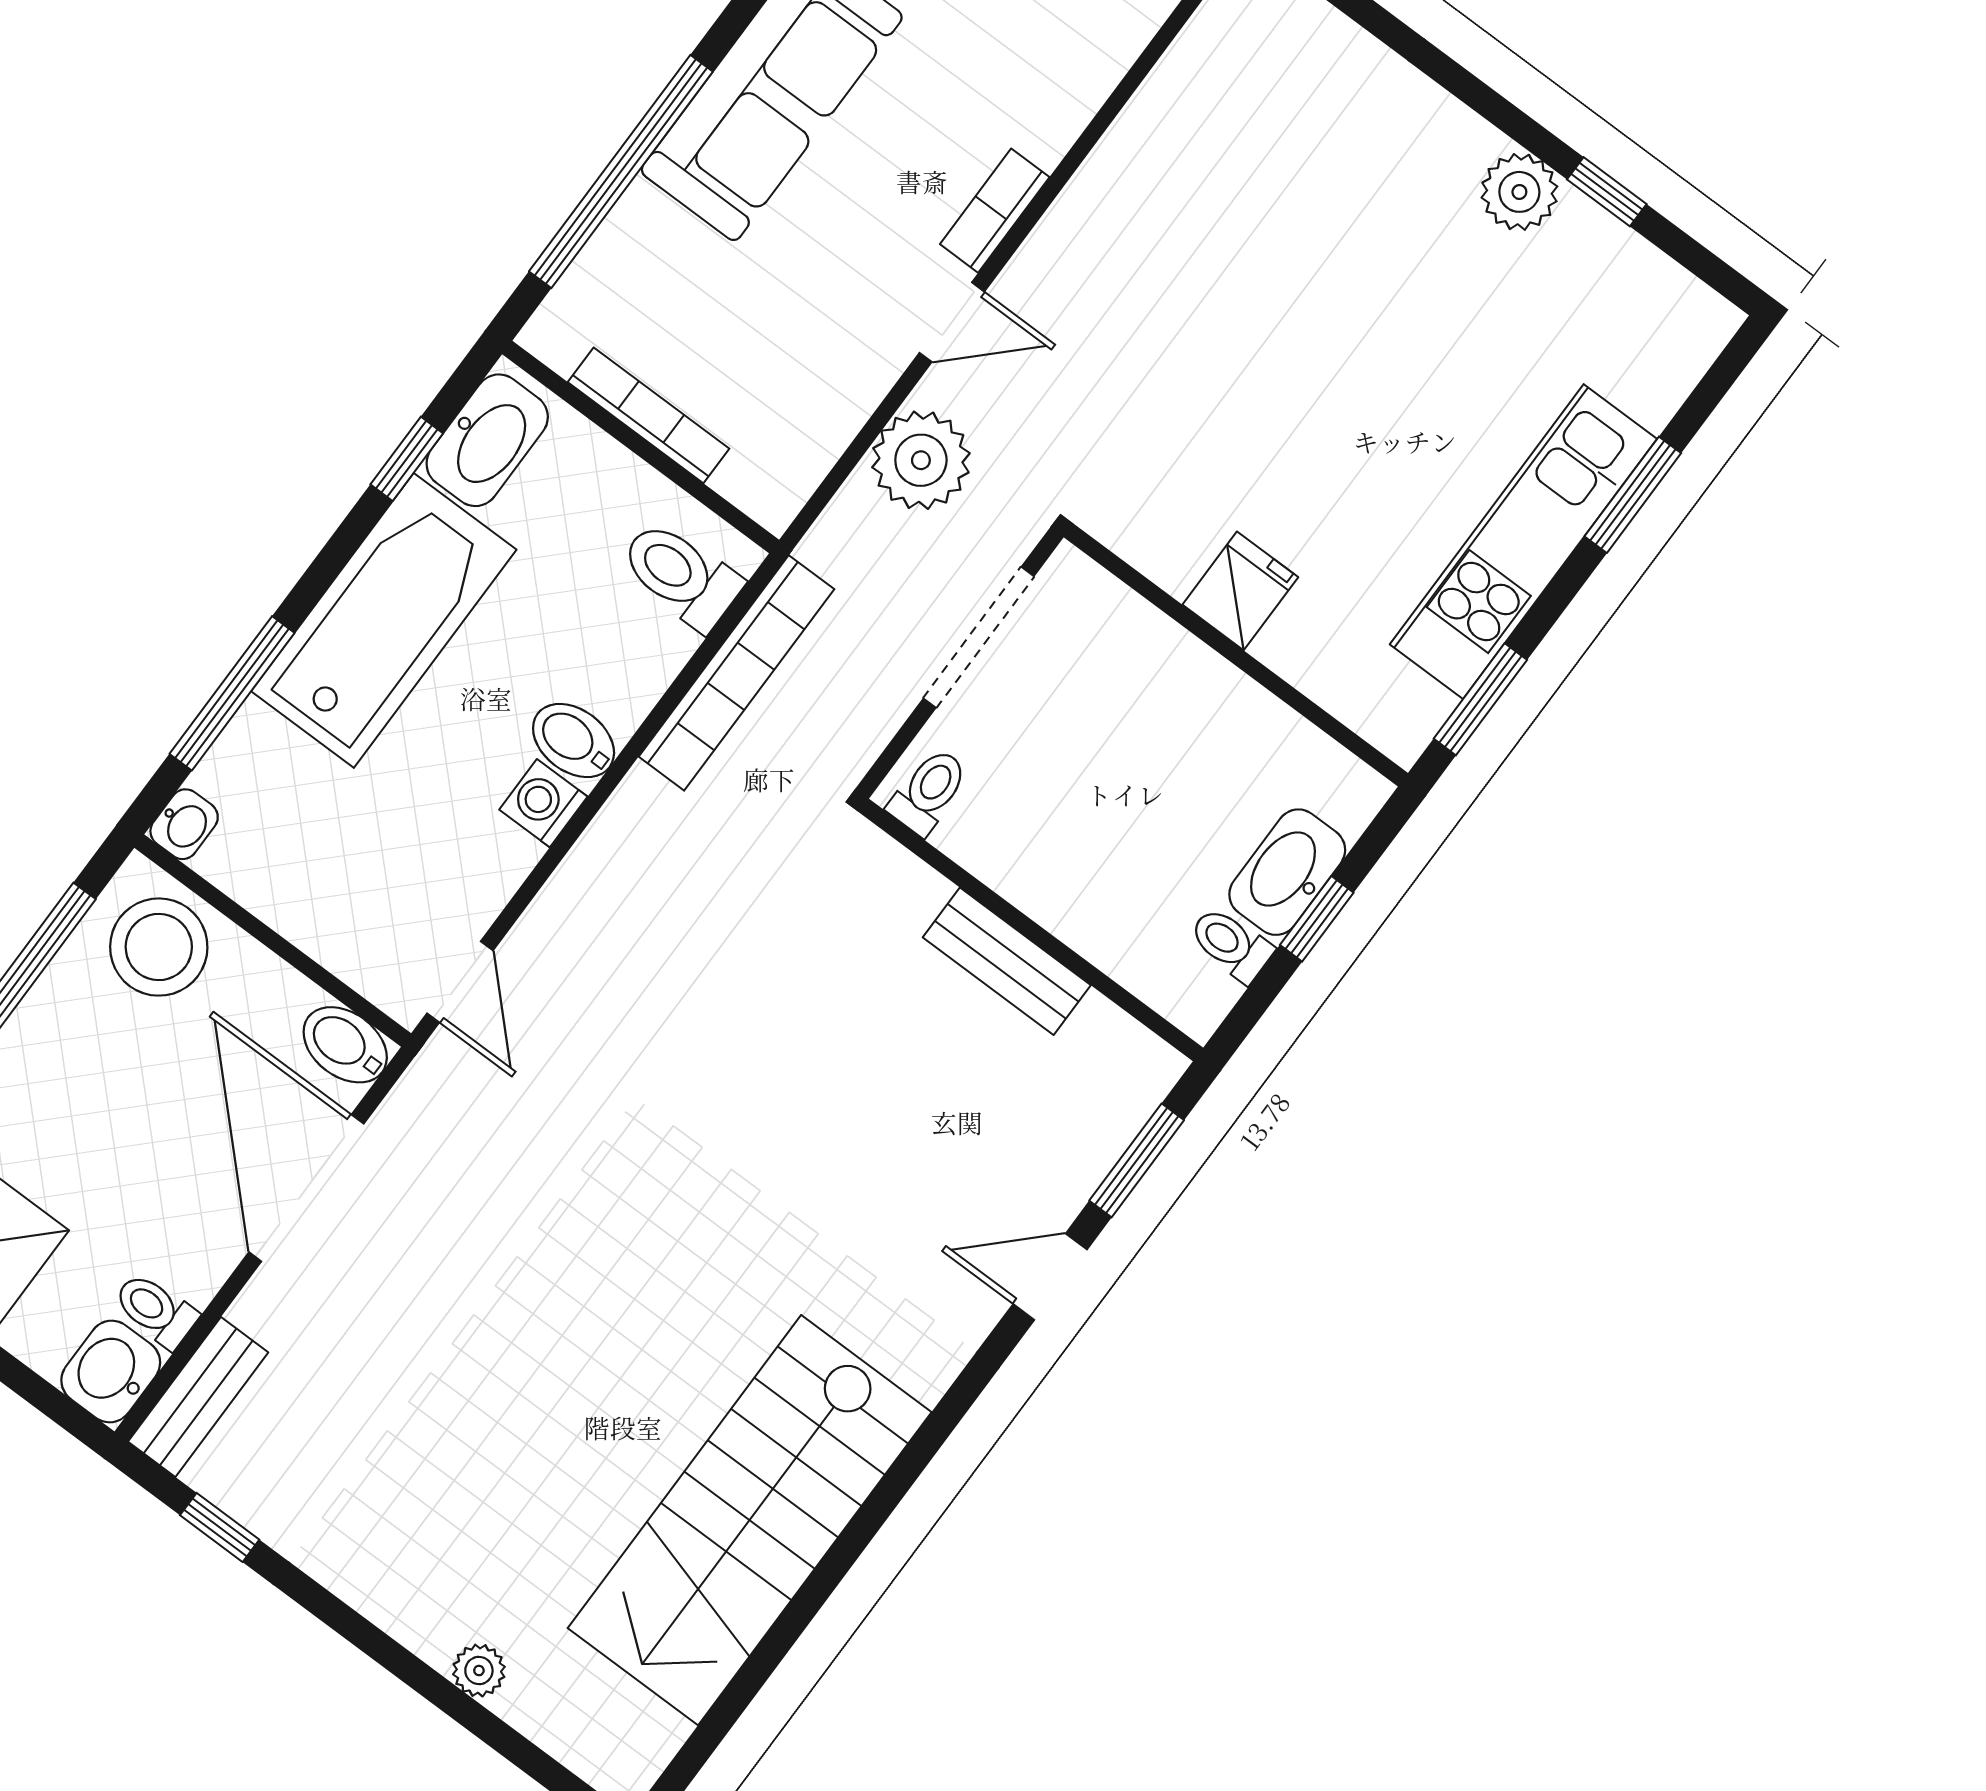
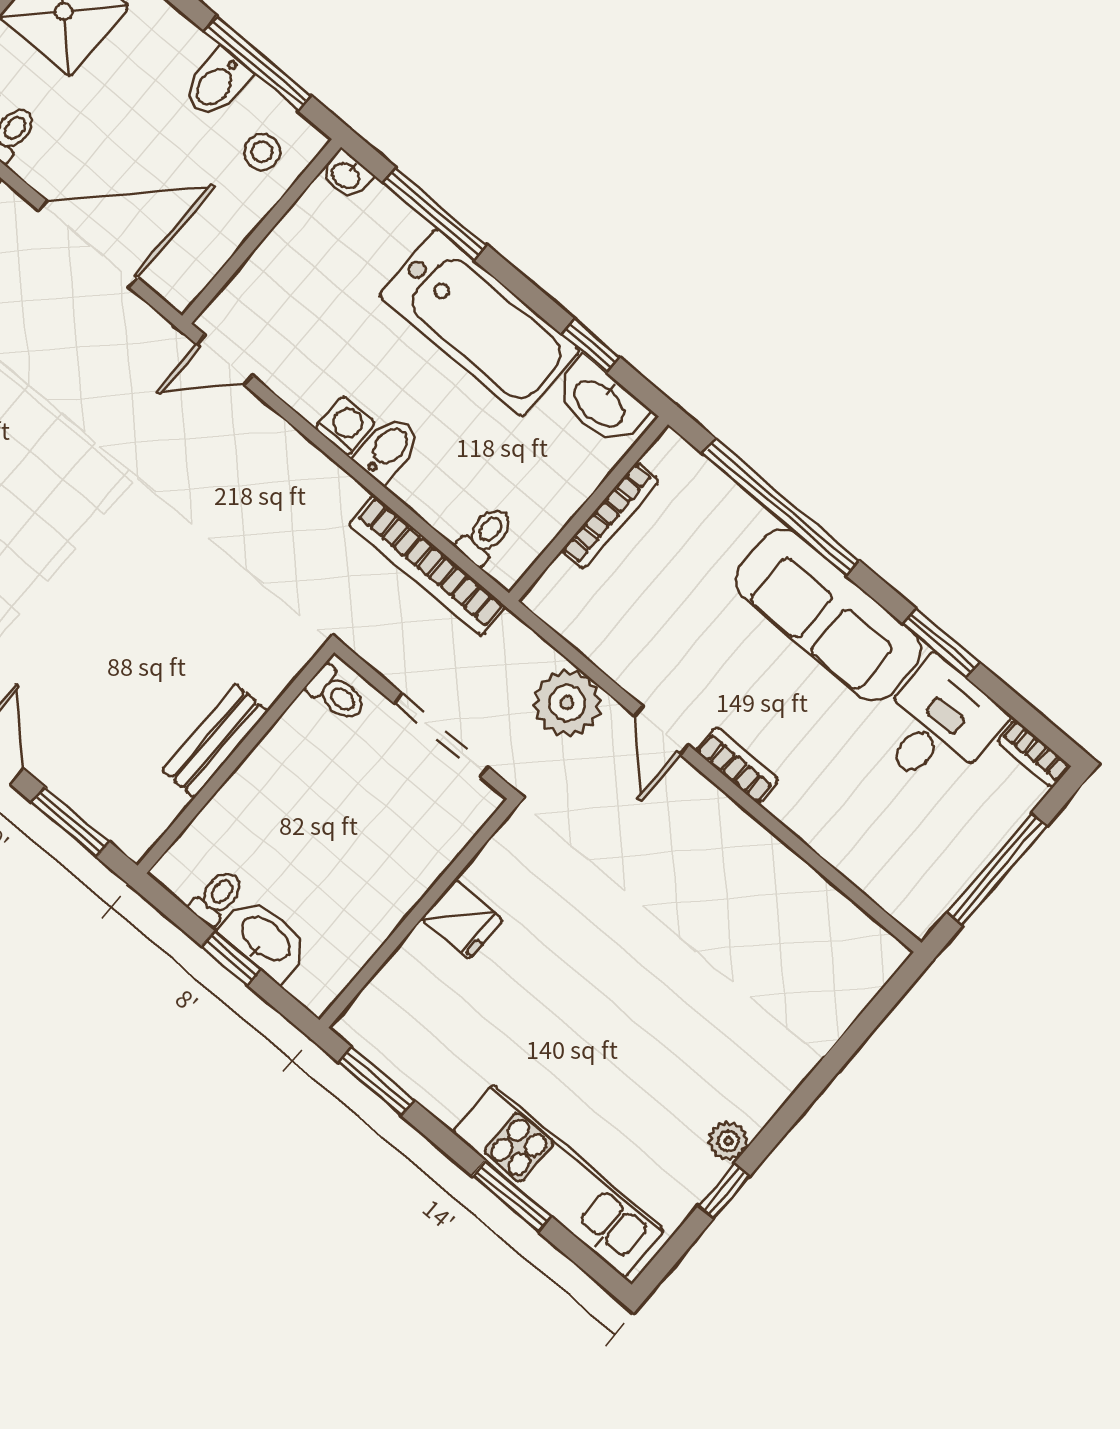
plant: (1519, 192) -> (728, 1141), width x0.73, depth x0.73
kitchen unit: (1523, 542) -> (558, 1181), moved
toilet: (681, 575) -> (485, 535), width x0.73, depth x0.72
stool: (159, 947) -> (262, 152), width x0.53, depth x0.53
bidet: (345, 1045) -> (217, 83), moved, turned 180

